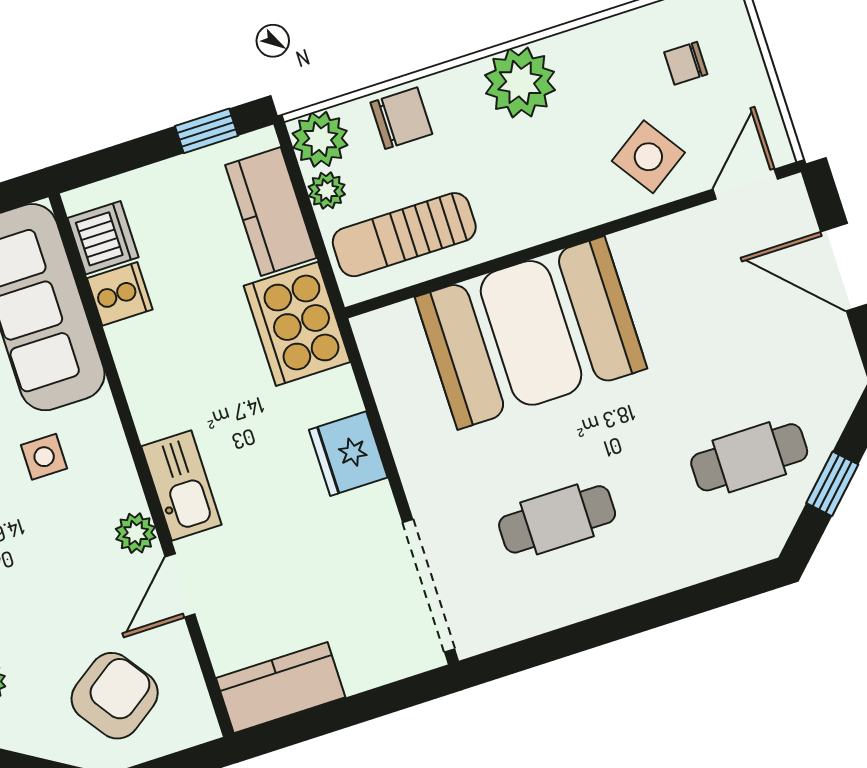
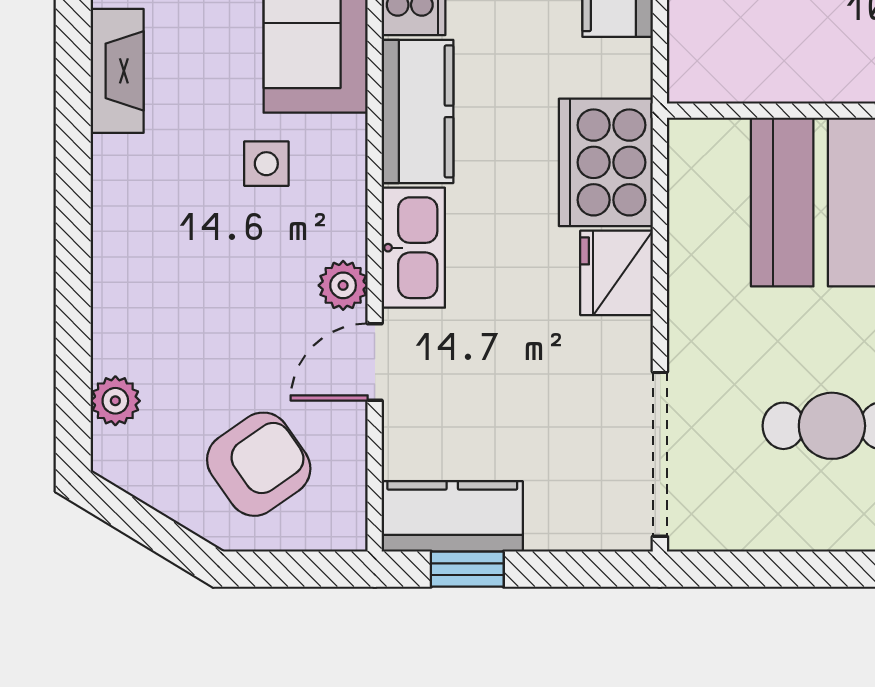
sun lounger: (404, 235) -> (762, 42), removed
cooker: (297, 324) -> (606, 162), moved
kitchen counter: (150, 377) -> (417, 111), added
window: (306, 725) -> (467, 569), added

